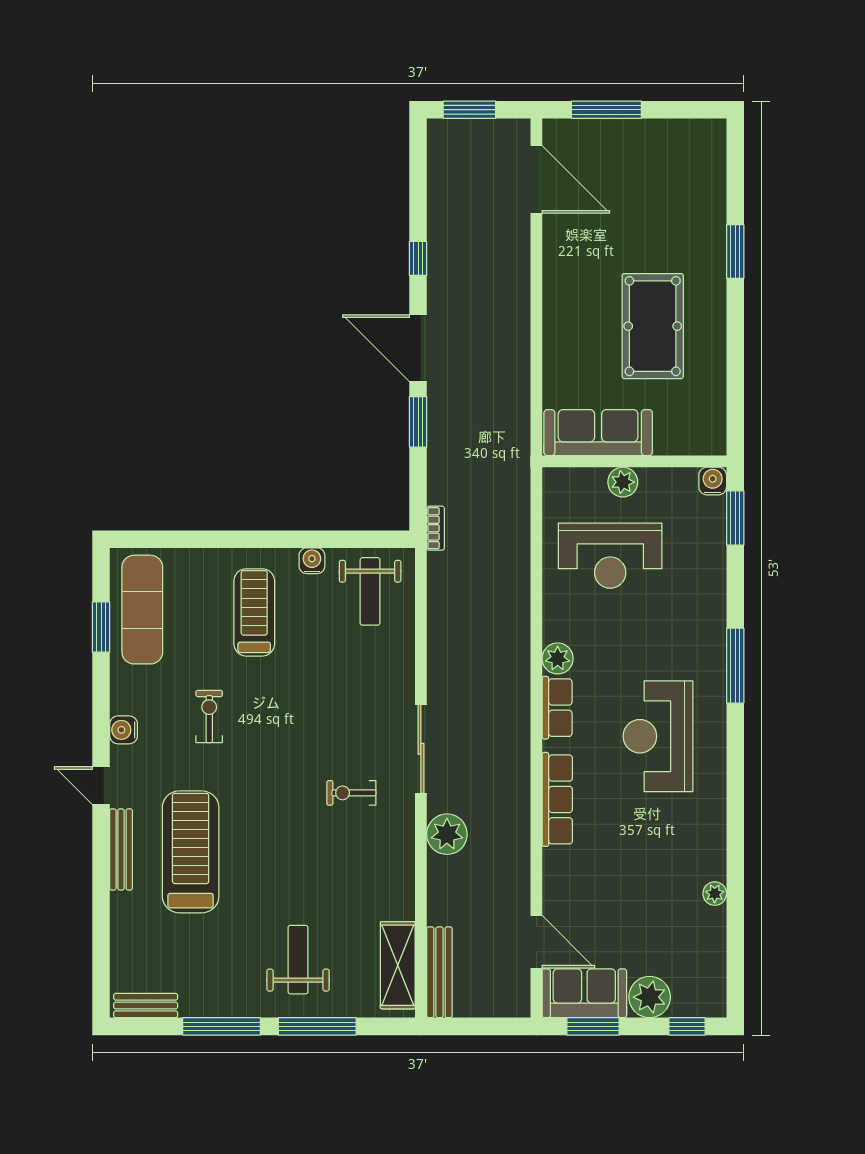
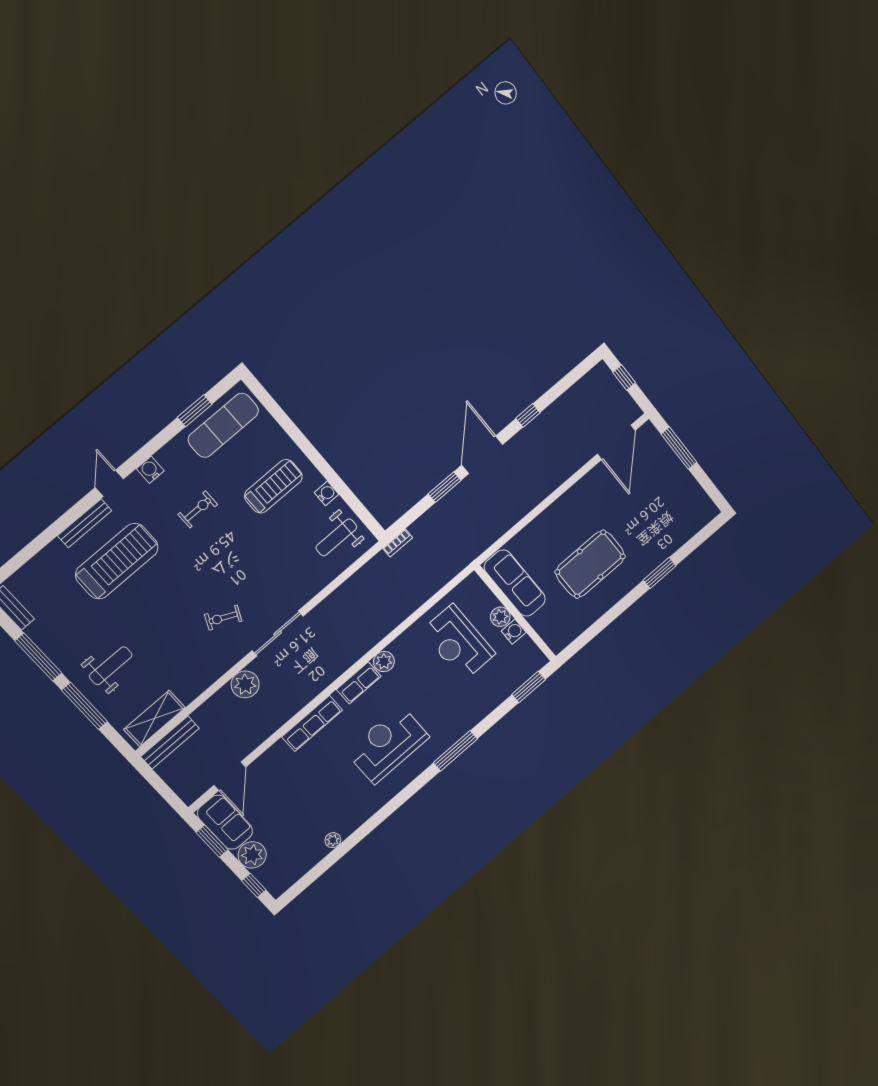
window: (469, 110) -> (624, 378), width x0.67
water cooler: (713, 481) -> (514, 632), moved
exercise bike: (351, 793) -> (223, 618), turned -65

